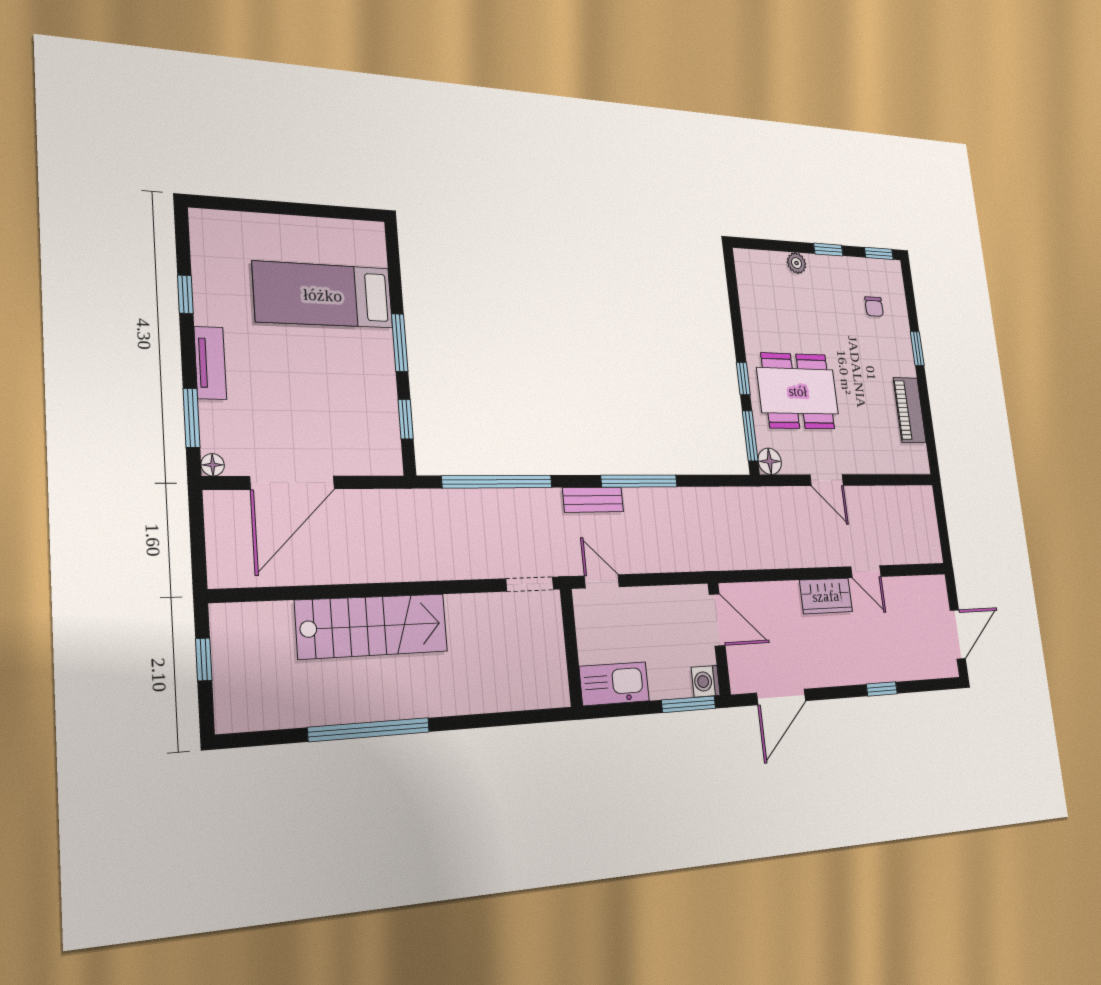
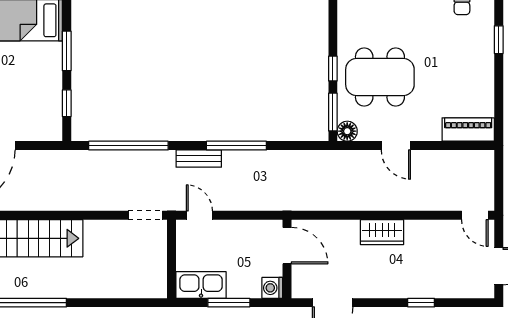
piano: (910, 410) -> (468, 130), moved, turned 90
door: (866, 572) -> (475, 215), moved
window: (689, 704) -> (229, 303), moved

